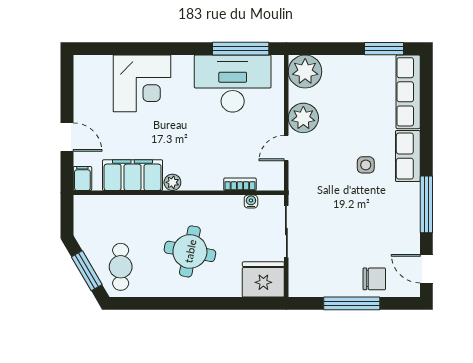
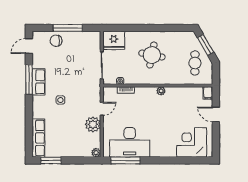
plant: (305, 71) -> (96, 153), width x0.53, depth x0.53
corner desk: (142, 83) -> (192, 142), moved
row of seats: (408, 156) -> (39, 82), moved
filing cabinet: (133, 175) -> (182, 95), removed
cafe table: (121, 267) -> (195, 63), moved
door: (426, 269) -> (29, 46), swing flipped

